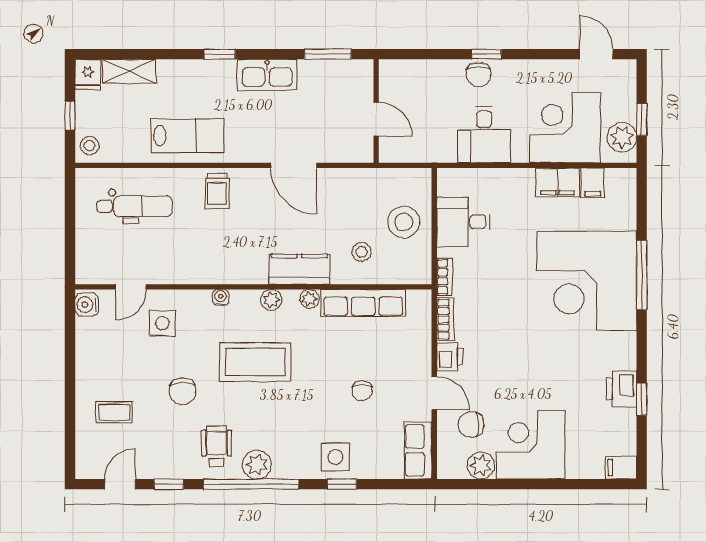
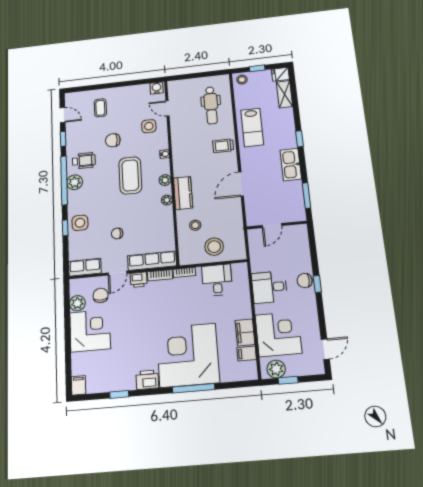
row of seats: (363, 303) -> (152, 261), moved, turned 90
printer: (622, 389) -> (147, 380), moved

